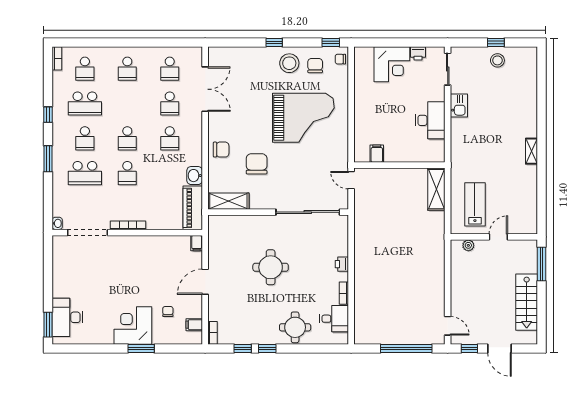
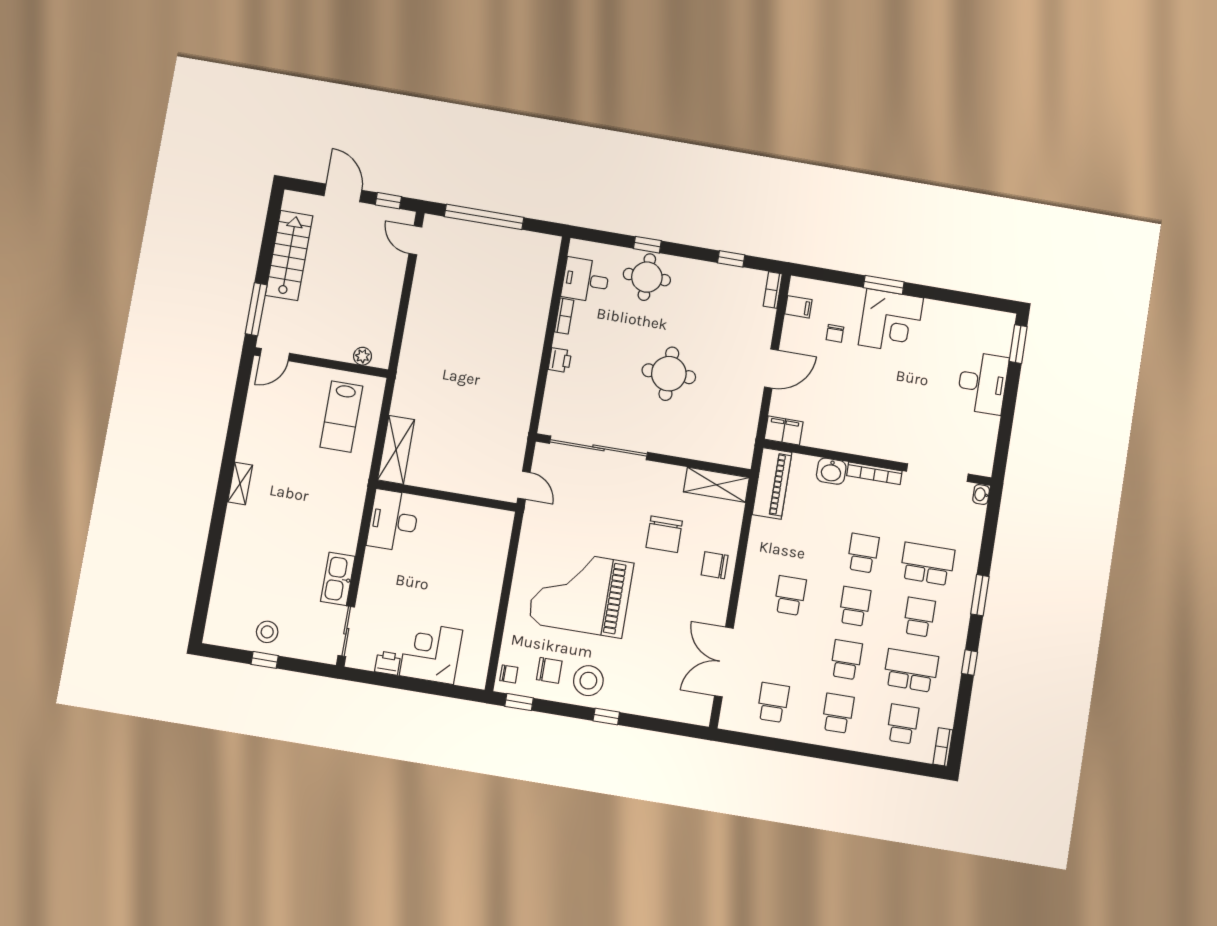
chair: (315, 66) -> (549, 670), turned -90
school desk: (170, 104) -> (846, 660), moved
kitchen sink: (459, 105) -> (338, 579), width x1.38
desk: (430, 120) -> (393, 521), moved
filing cabinet: (377, 154) -> (478, 519), removed
washbasin: (195, 176) -> (831, 471), moved, turned 90
door: (498, 237) -> (275, 355), moved
filing cabinet: (197, 243) -> (784, 430), width x2.00
desk: (67, 317) -> (983, 383), moved
window: (267, 348) -> (647, 245), moved

